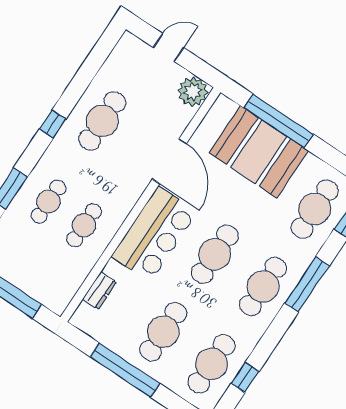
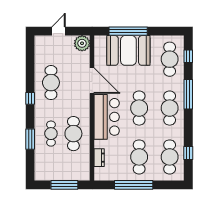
cafe table: (84, 225) -> (73, 134), width x1.37, depth x1.35

